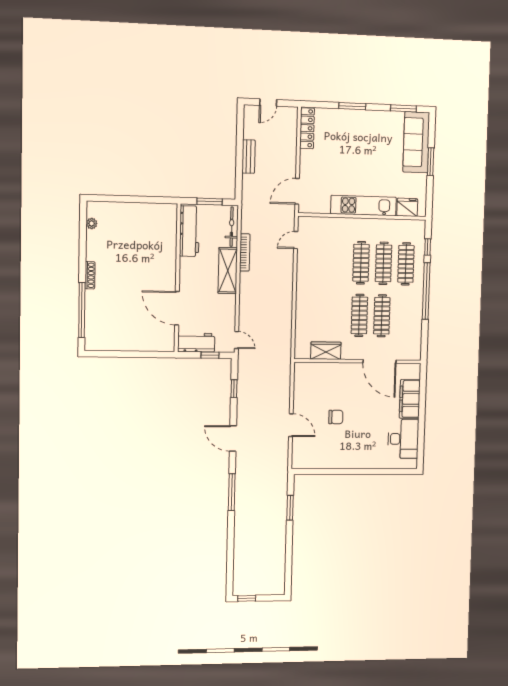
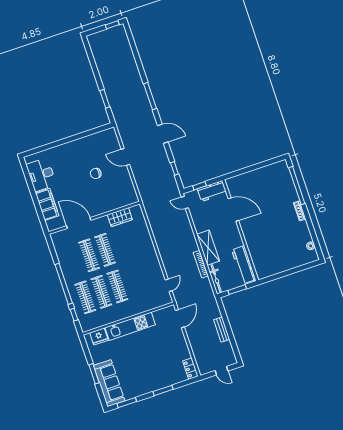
door: (268, 102) -> (222, 371), swing flipped
locker: (307, 128) -> (190, 369), width x0.66

